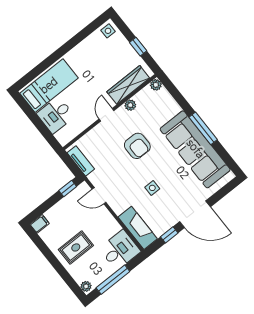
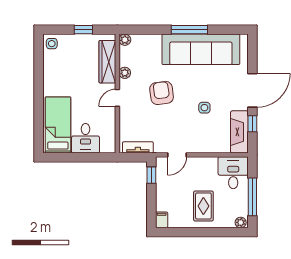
door: (106, 115) -> (117, 98), hinge flipped
armchair: (137, 146) -> (162, 93), turned -98
fireplace: (138, 228) -> (239, 132), moved, turned -90

